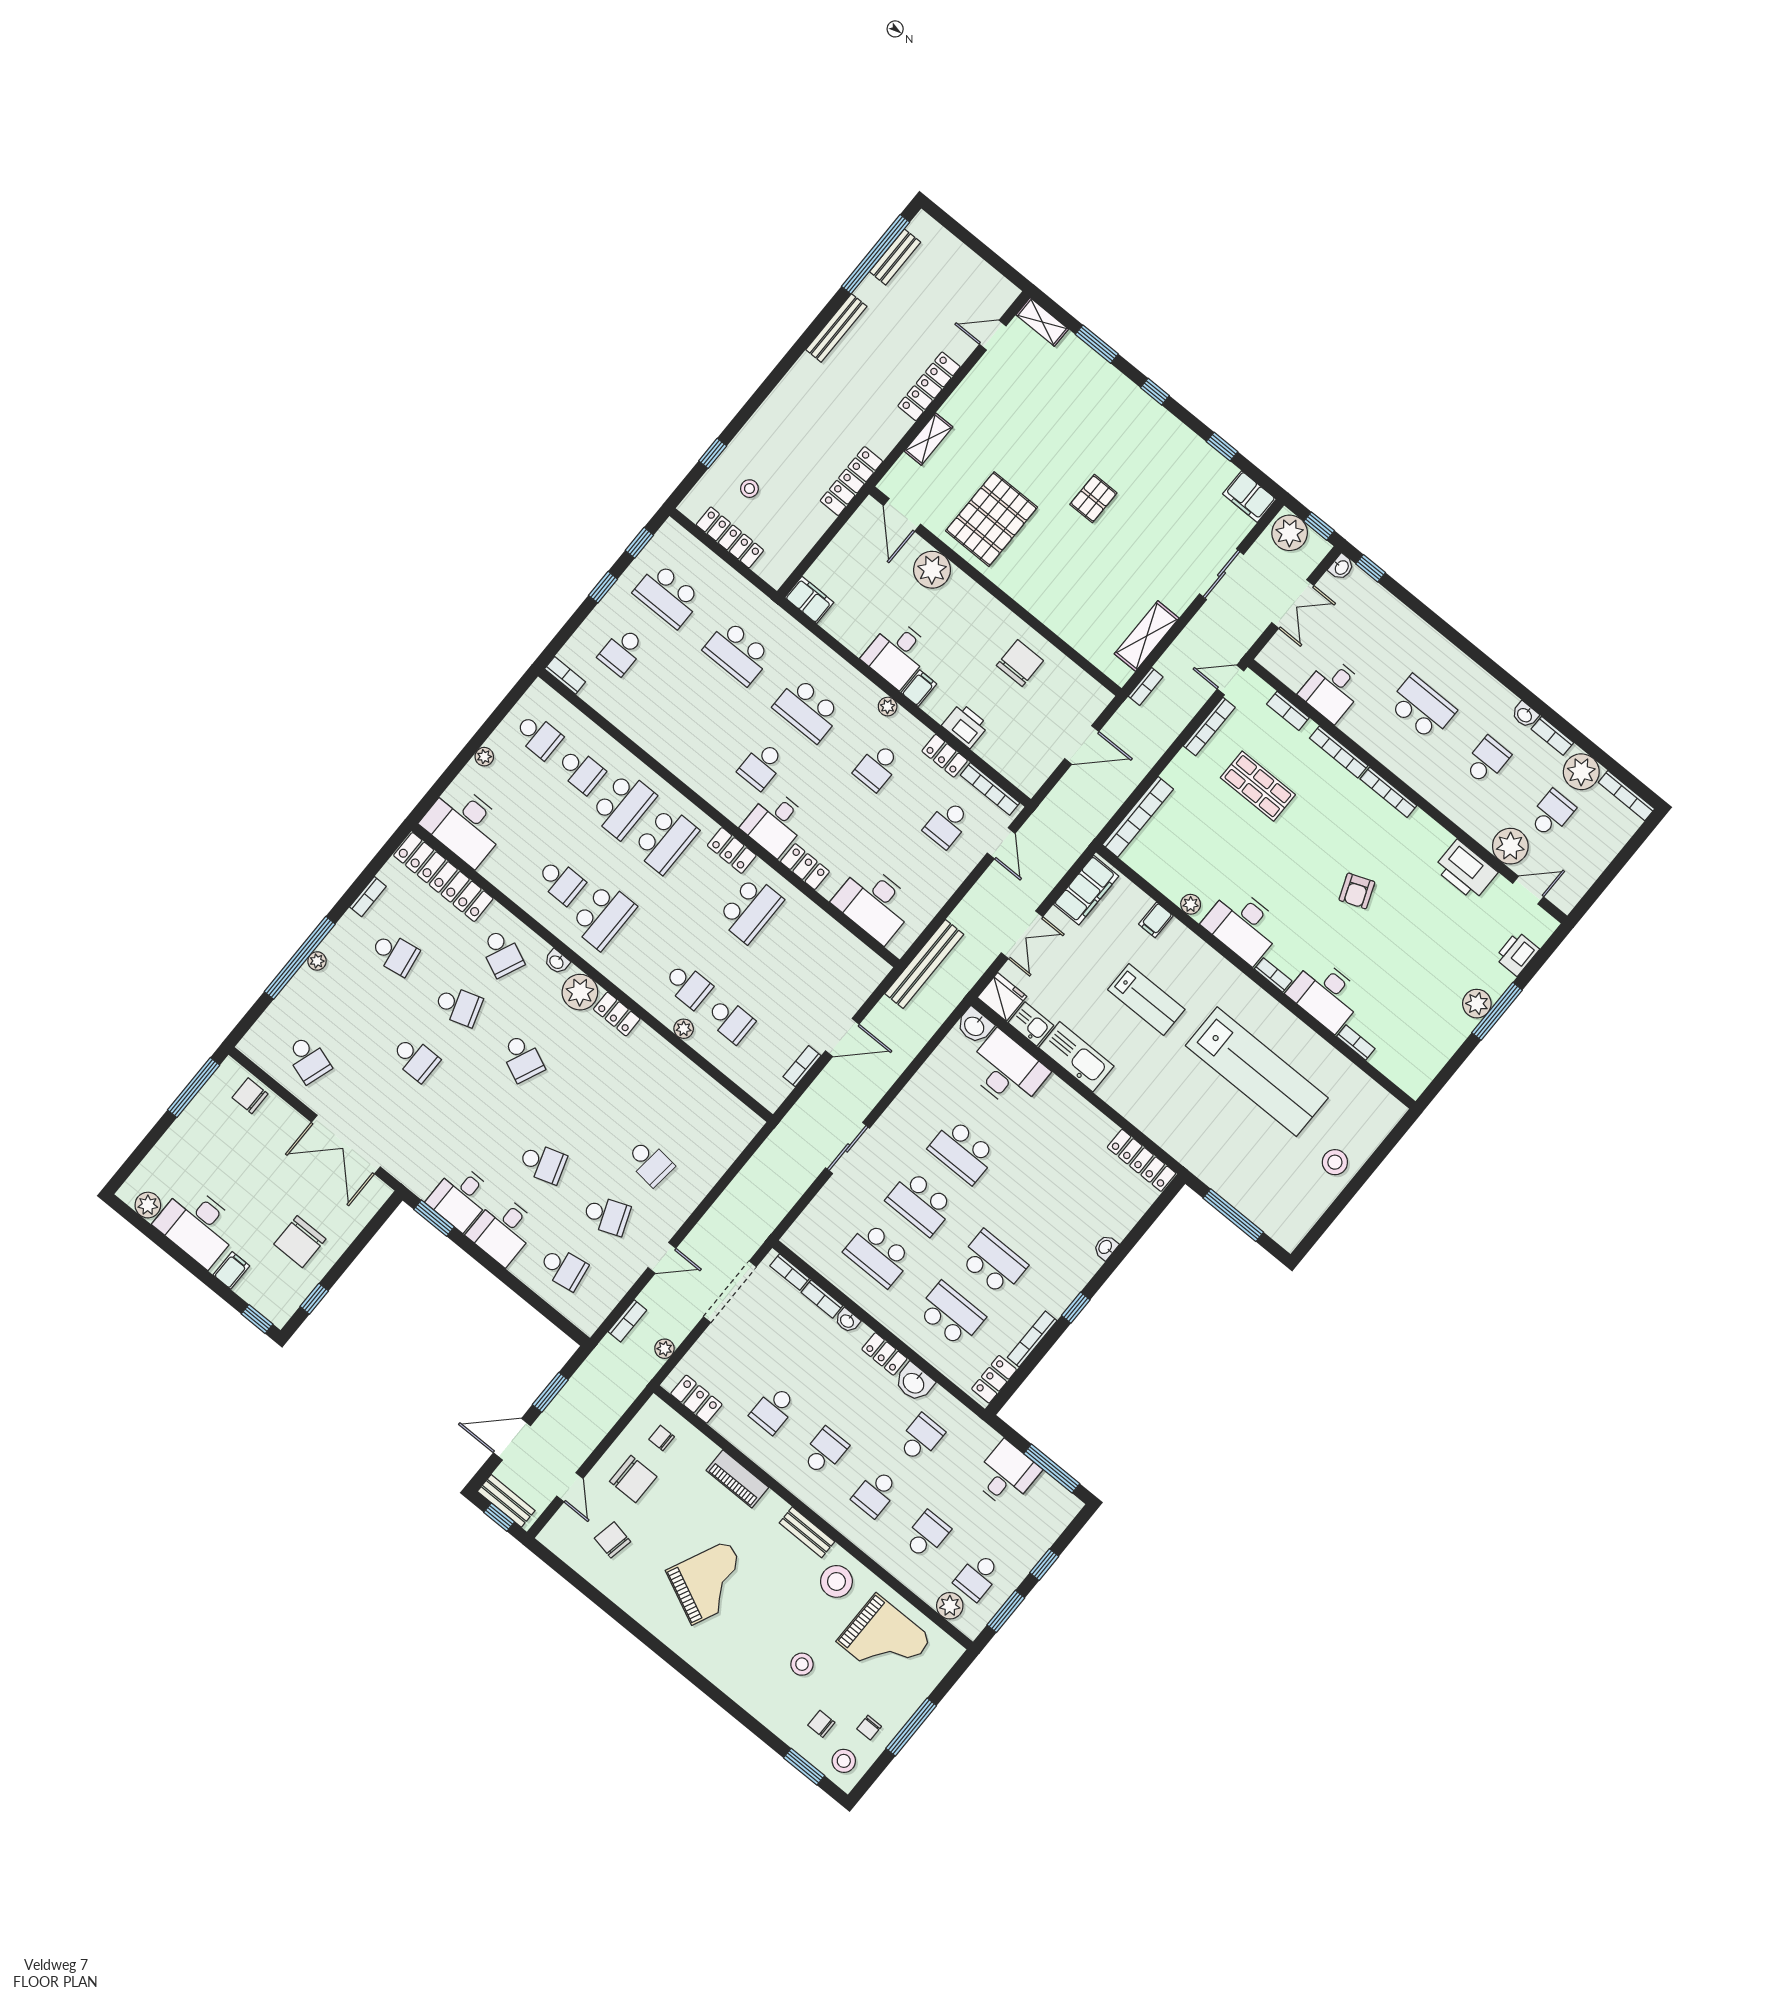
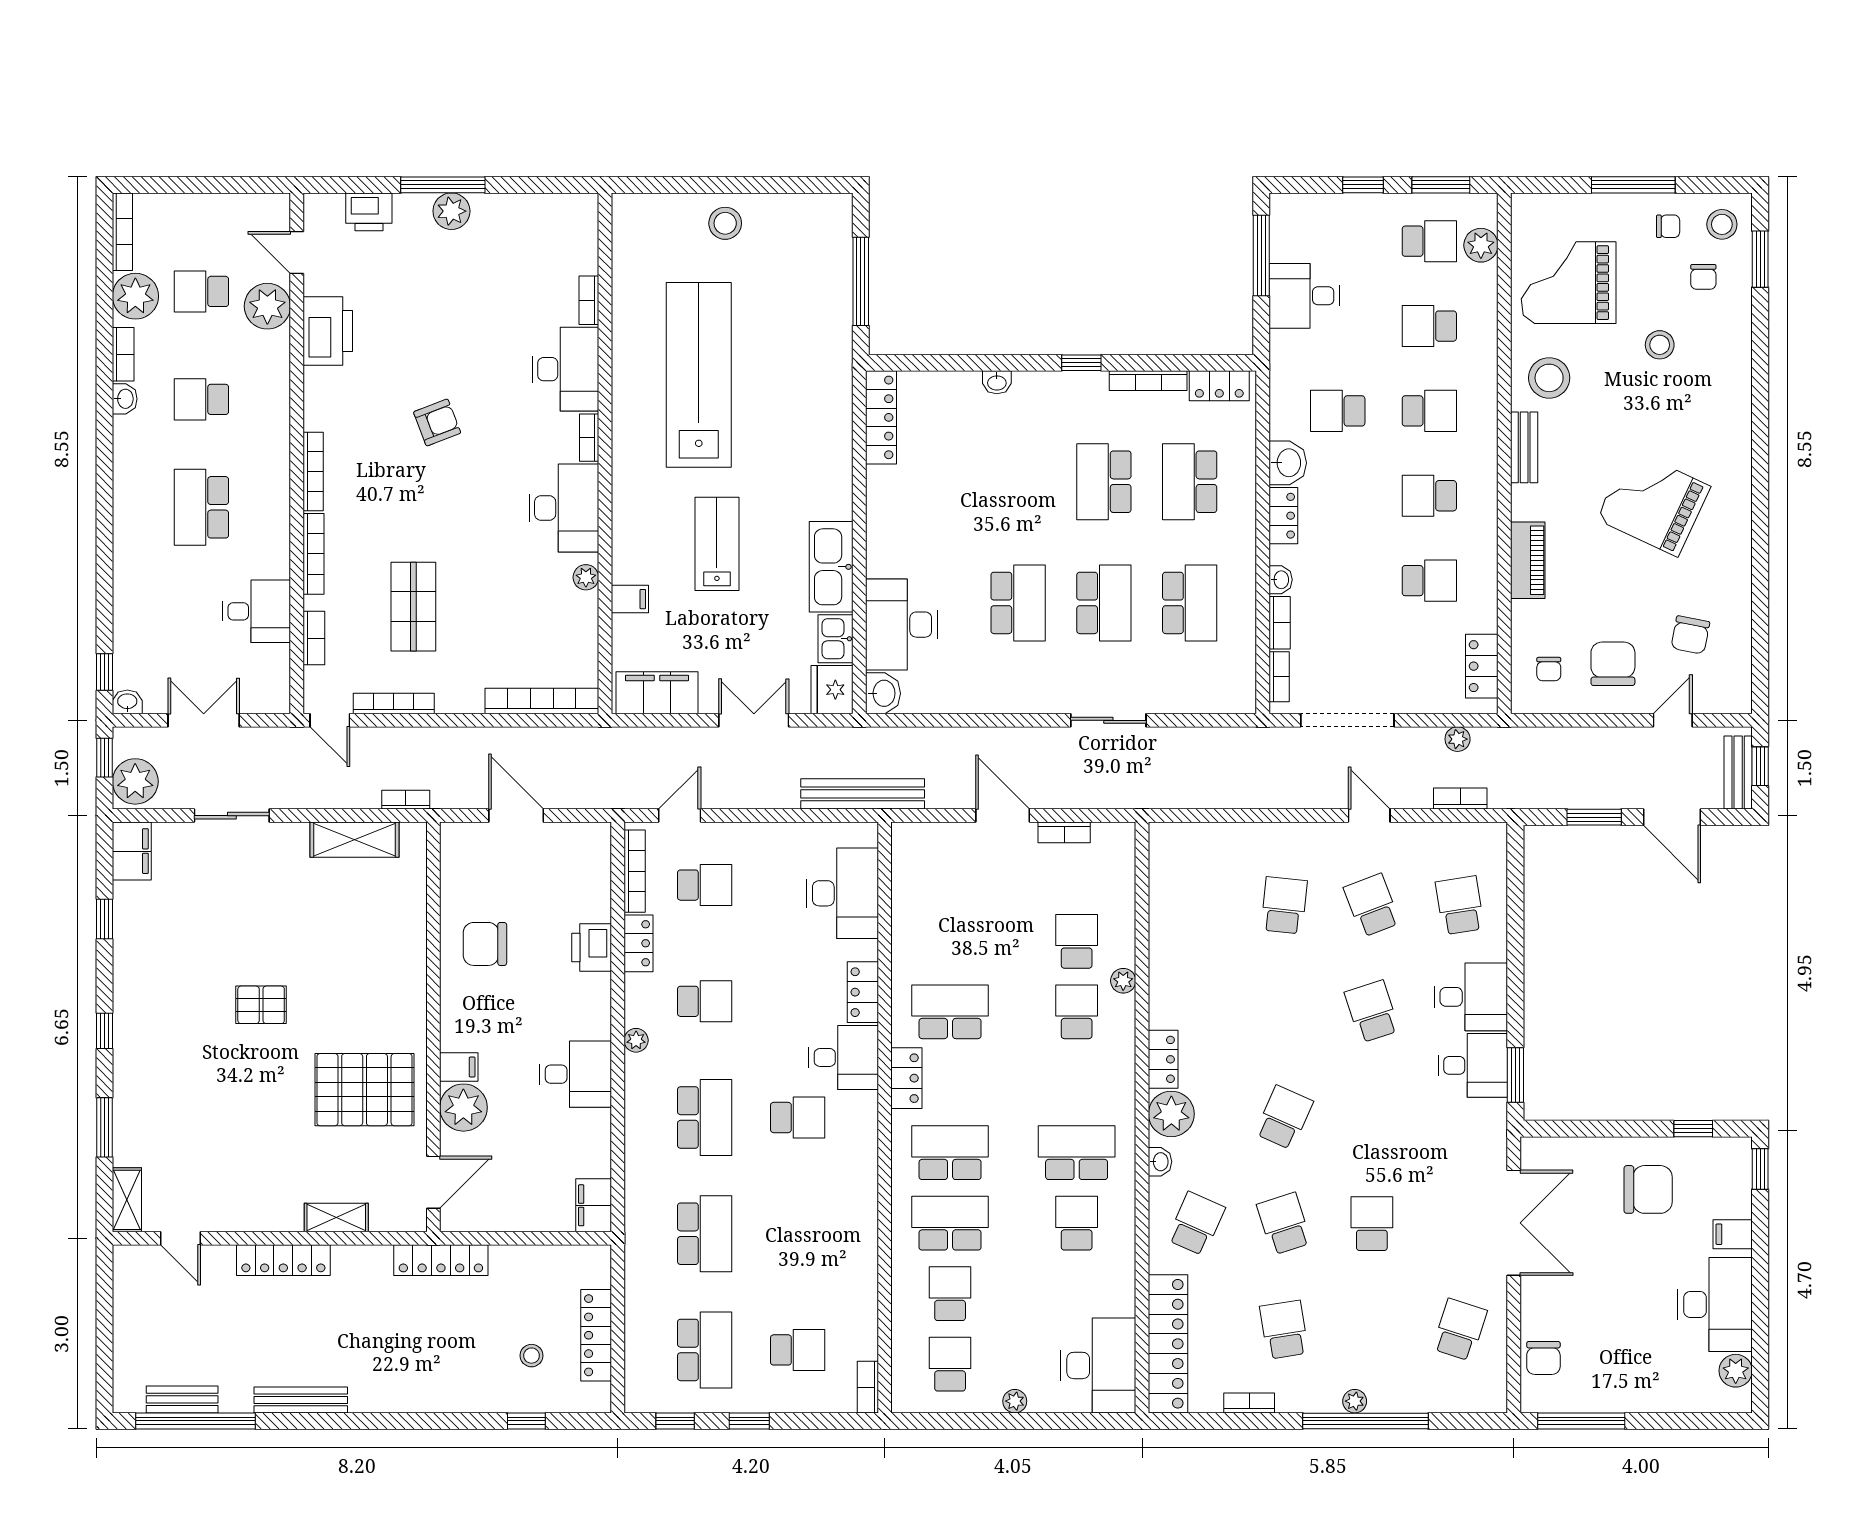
filing cabinet: (919, 688) -> (459, 1067), moved, turned 180
grand piano: (884, 1640) -> (1569, 283), turned -90

